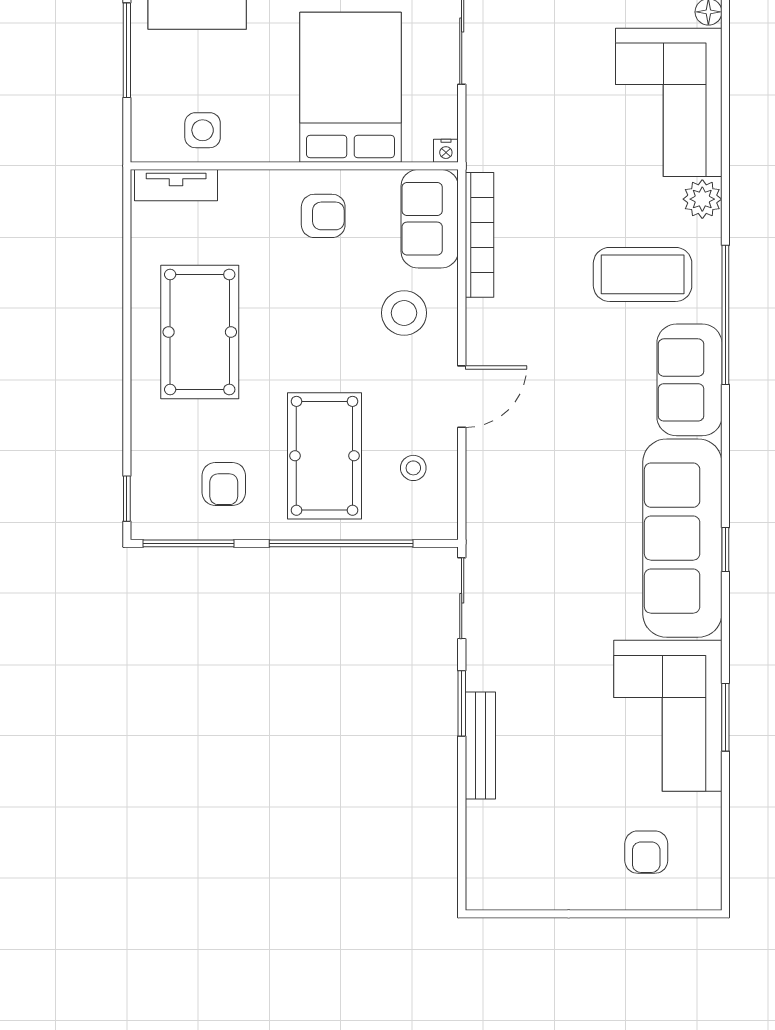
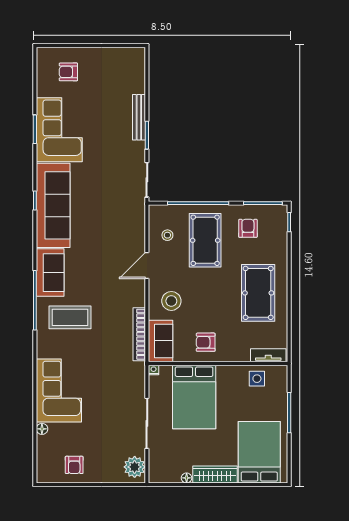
plant: (702, 199) -> (45, 349), removed
armchair: (646, 852) -> (68, 72), turned -90

